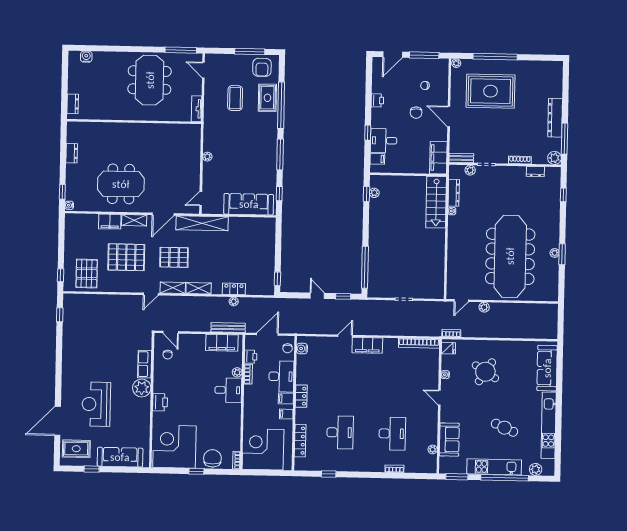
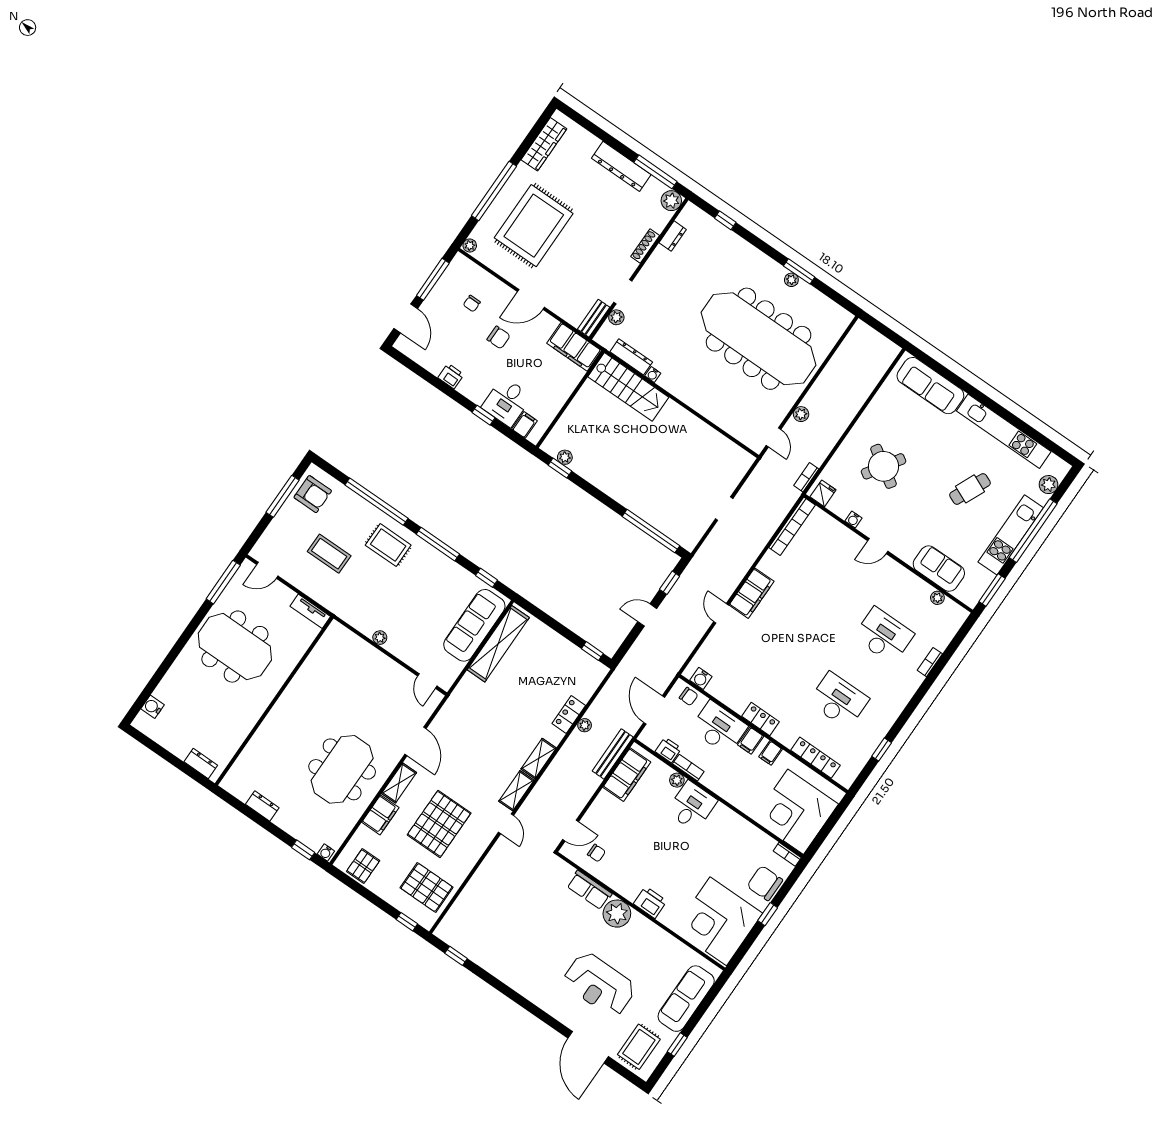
wardrobe: (539, 67) -> (544, 144), added
rug: (267, 98) -> (388, 545), moved
shelving: (202, 223) -> (498, 644), moved
pallet: (174, 257) -> (363, 866), moved, width x0.67, depth x0.71

